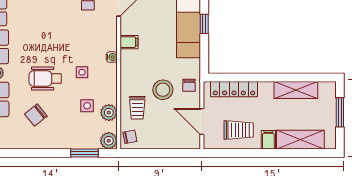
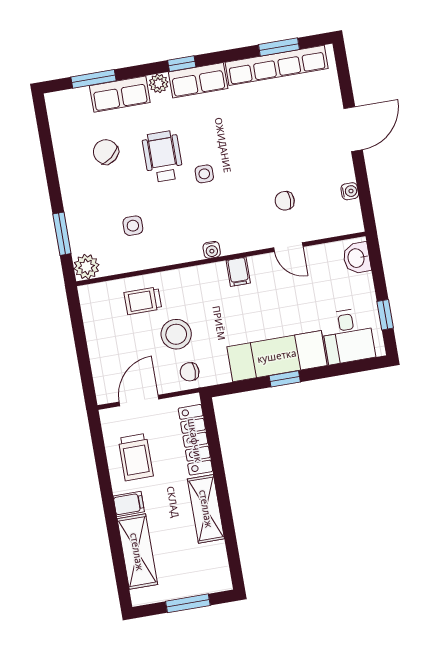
side table: (82, 72) -> (204, 174), moved
shelving: (296, 90) -> (206, 509), moved
plant: (109, 113) -> (128, 260), removed
chair: (130, 137) -> (98, 297), removed

